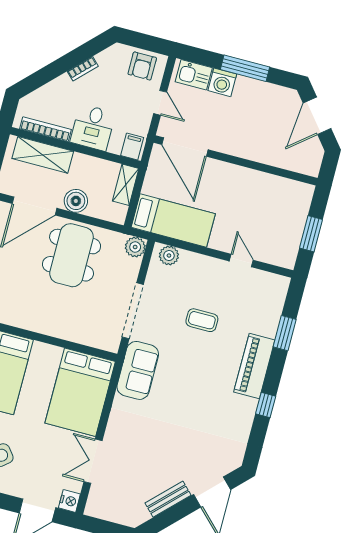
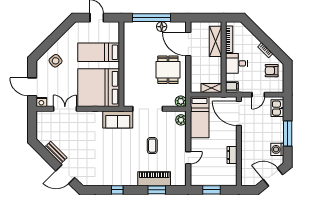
armchair: (142, 66) -> (272, 71), moved
washing machine: (222, 82) -> (277, 149), moved
door: (185, 147) -> (239, 113), hinge flipped
dresser: (257, 180) -> (232, 155), added
boiler: (76, 201) -> (196, 65), removed
dining table: (72, 255) -> (168, 70), width x0.73
piano: (254, 366) -> (154, 179), moved
bed: (80, 392) -> (99, 88), width x1.36

